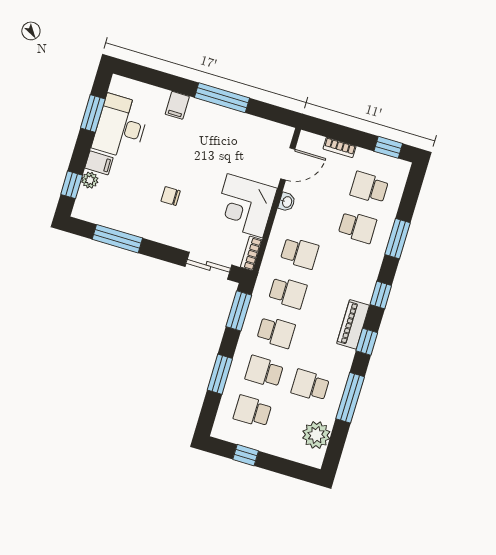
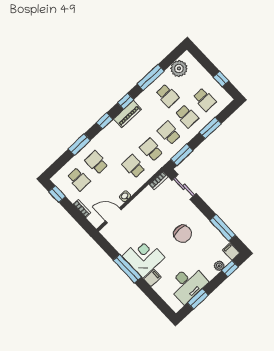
filing cabinet: (99, 163) -> (231, 251), moved
chair: (171, 196) -> (183, 234), width x1.87, depth x1.87
corner desk: (245, 206) -> (143, 257), moved, turned -90

